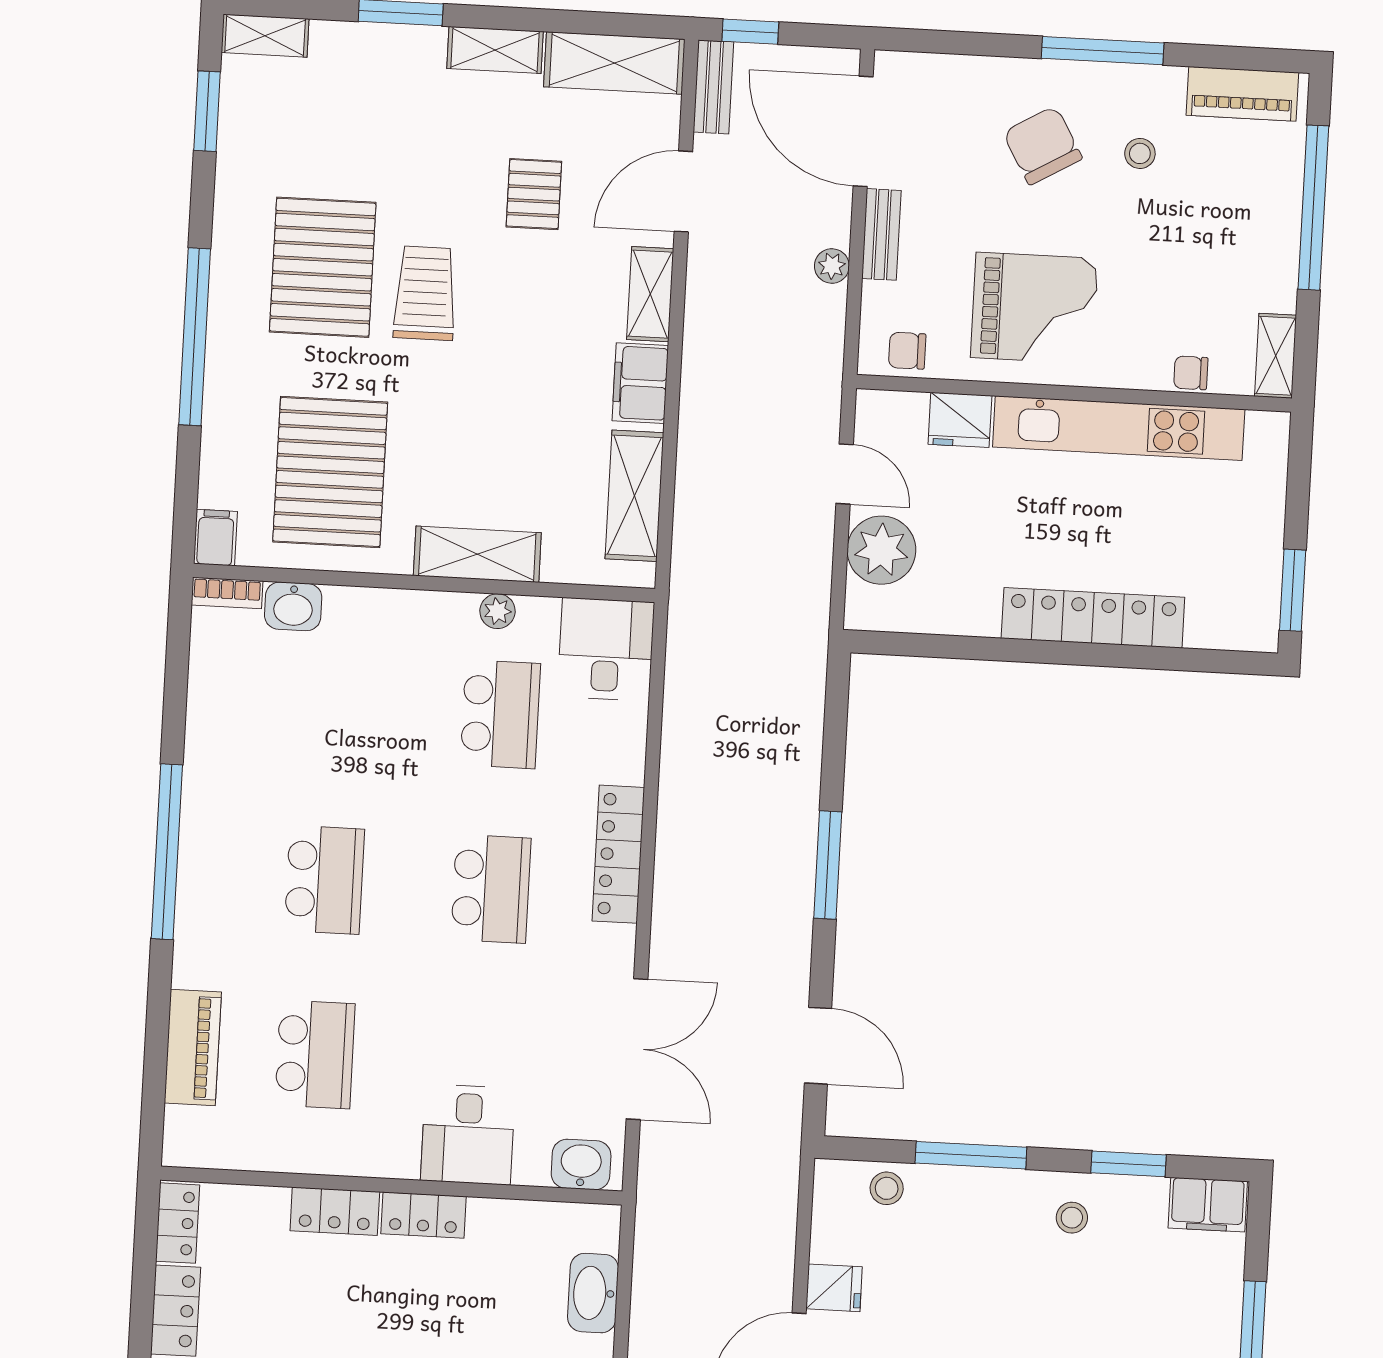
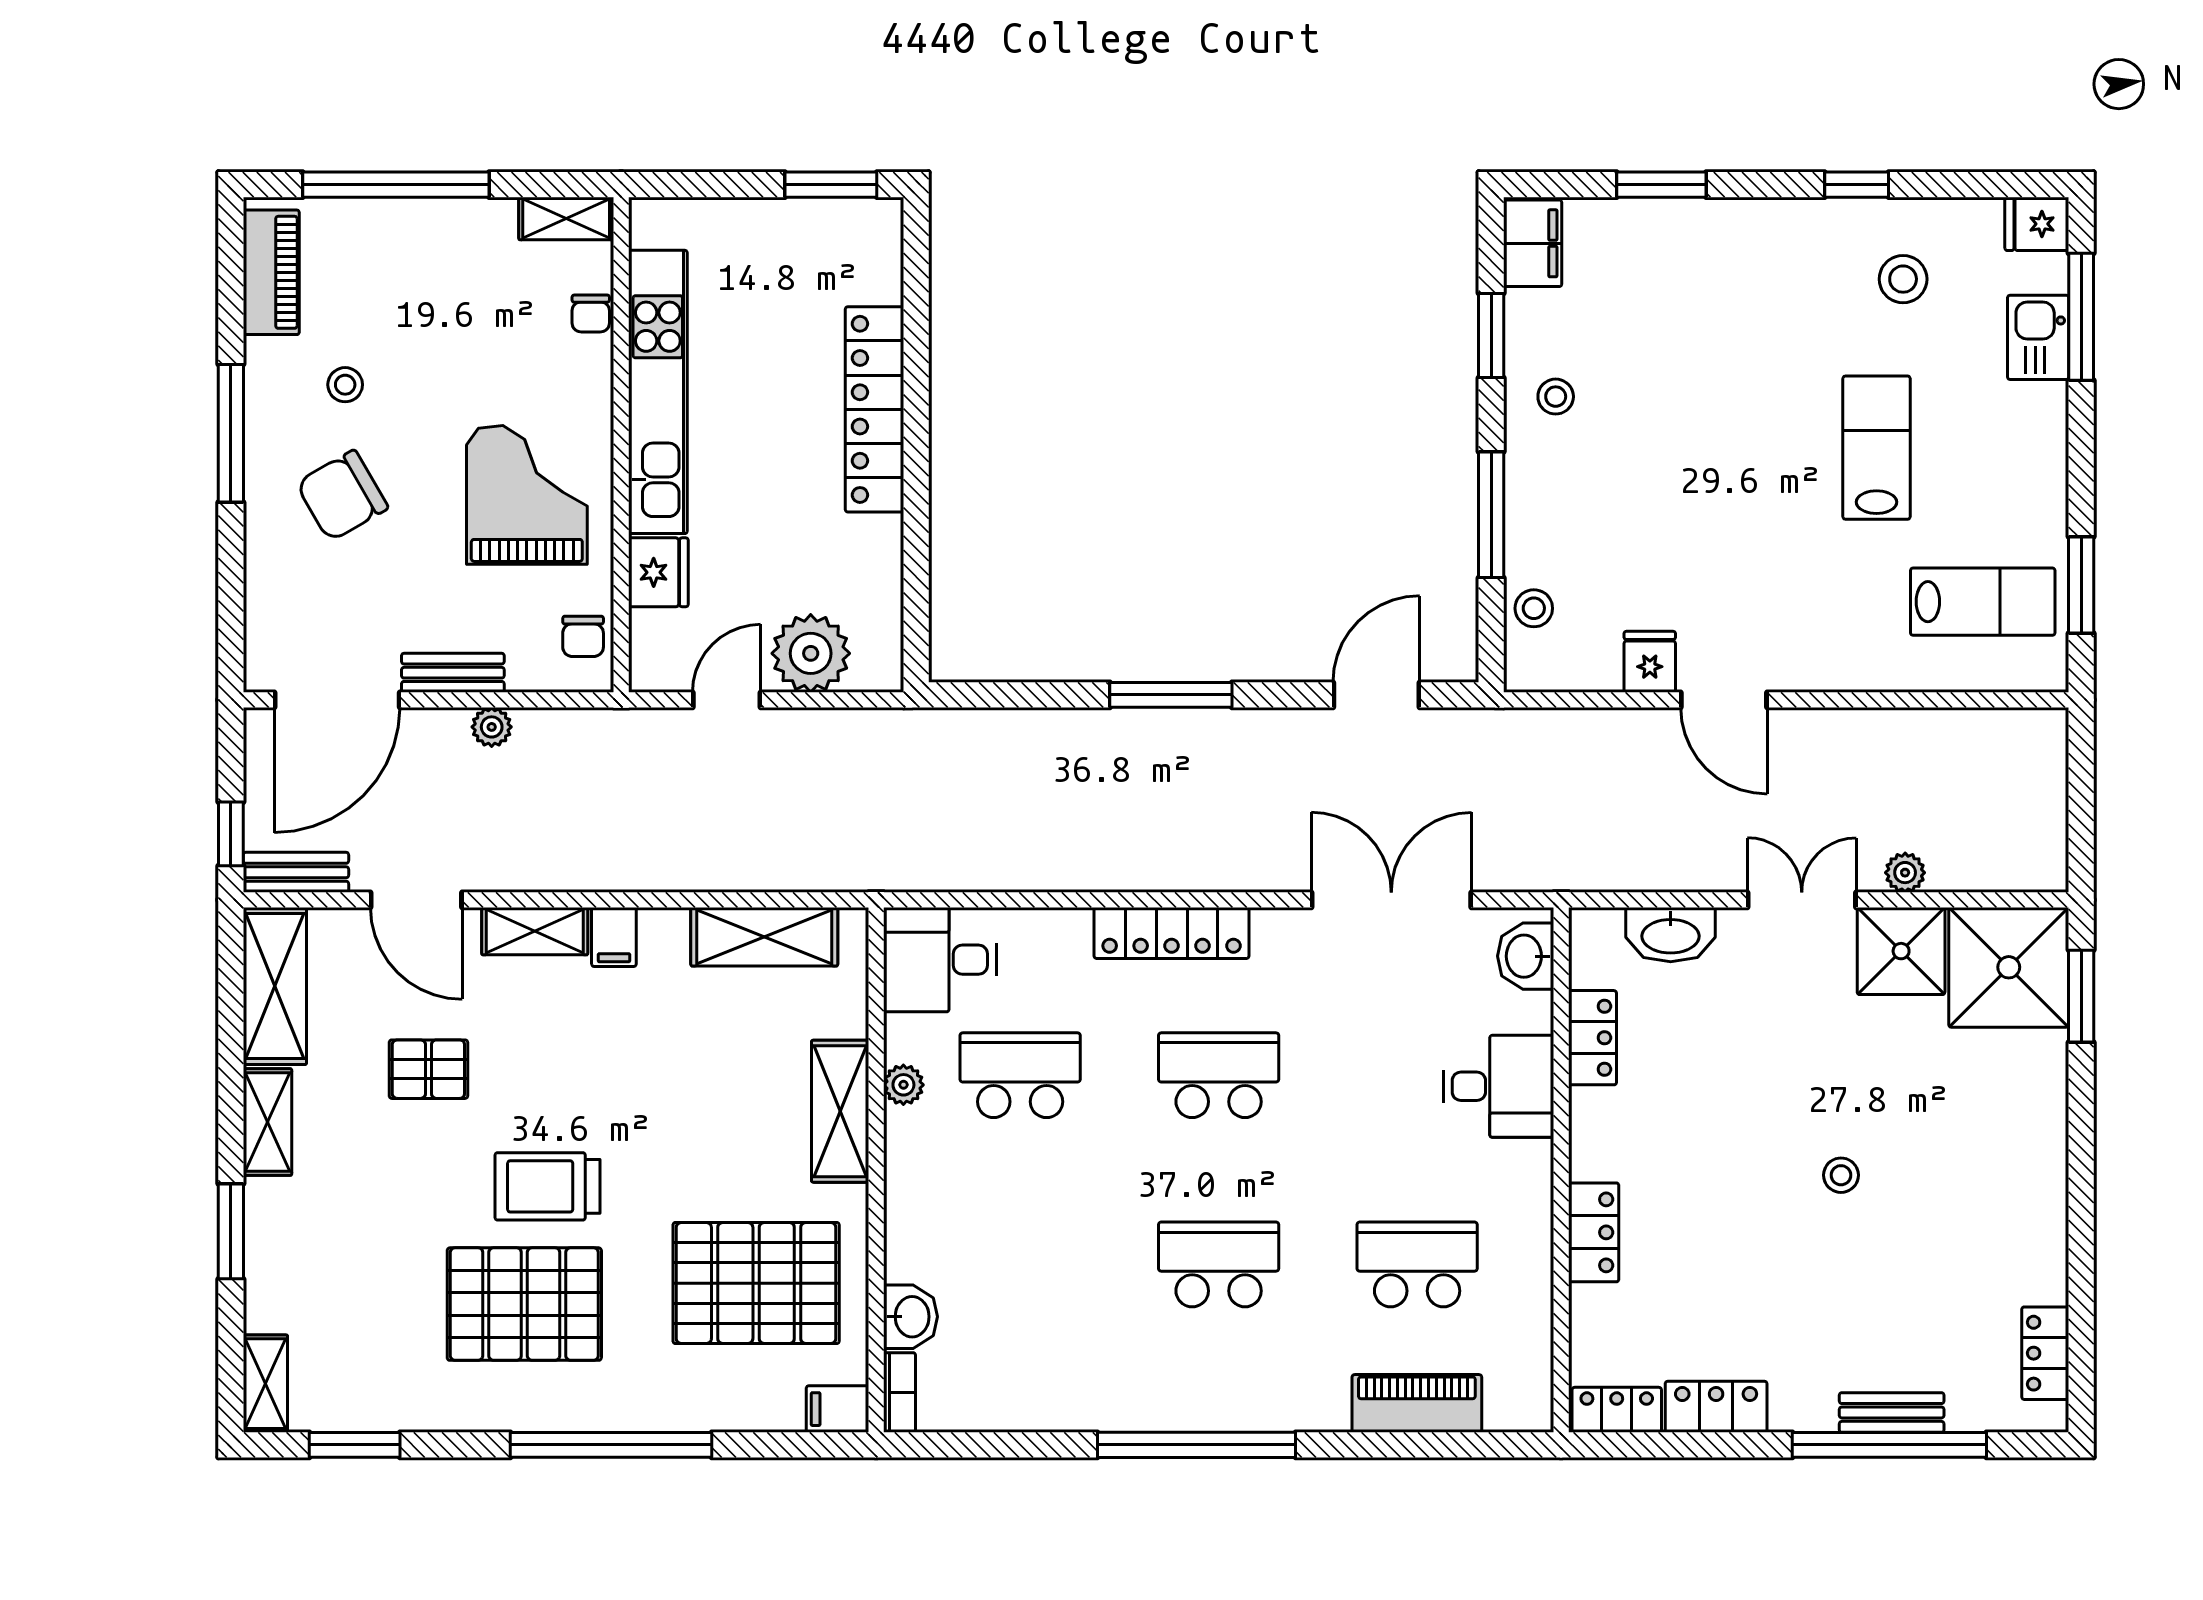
filing cabinet: (640, 383) -> (614, 937), width x0.50
locker: (424, 1215) -> (1593, 1038), moved

